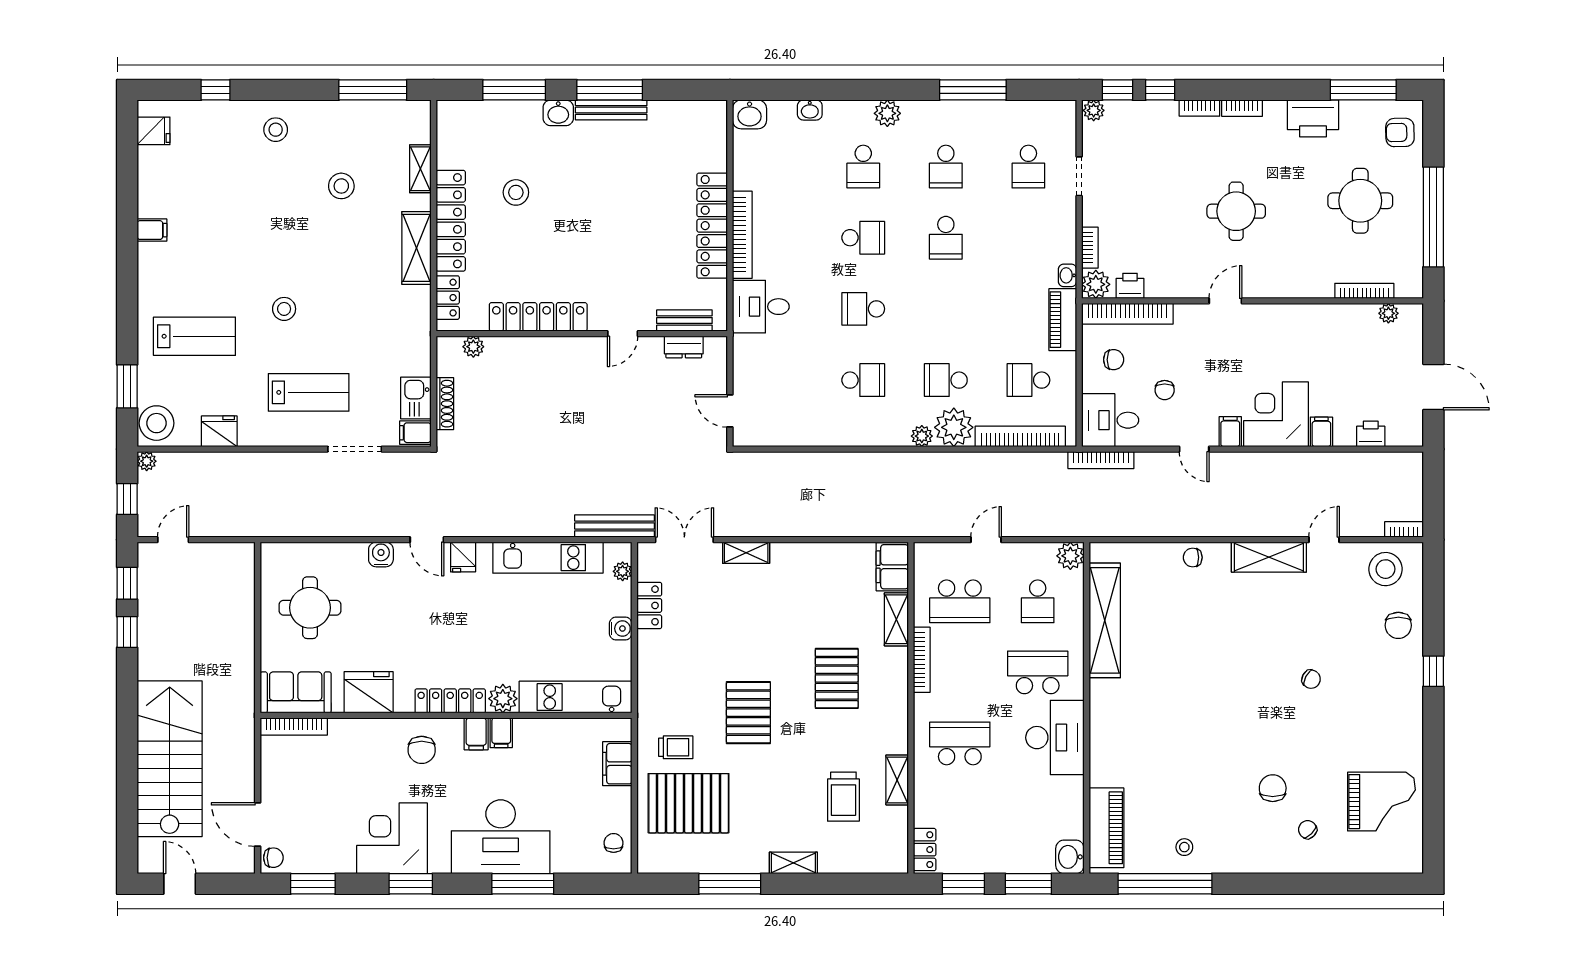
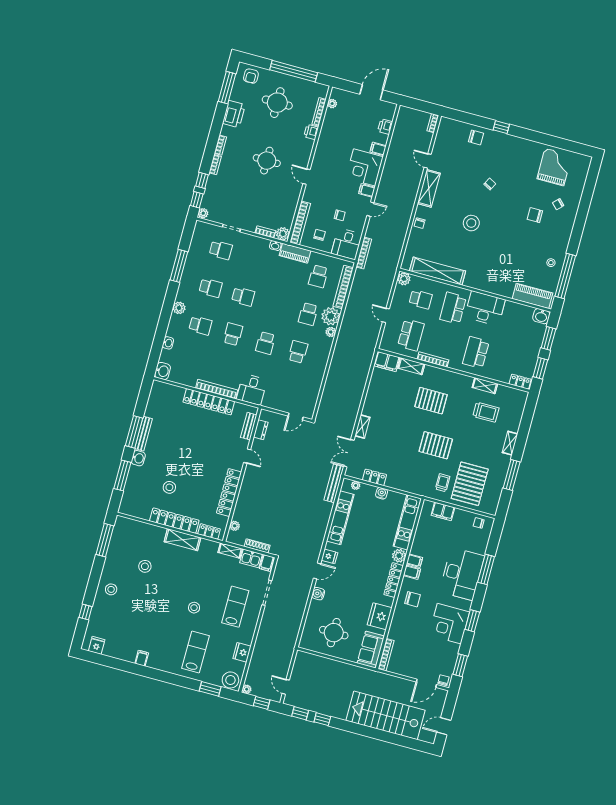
shelving: (420, 169) -> (230, 551), moved
printer: (1130, 286) -> (311, 132), moved
stool: (1386, 569) -> (471, 223), moved

